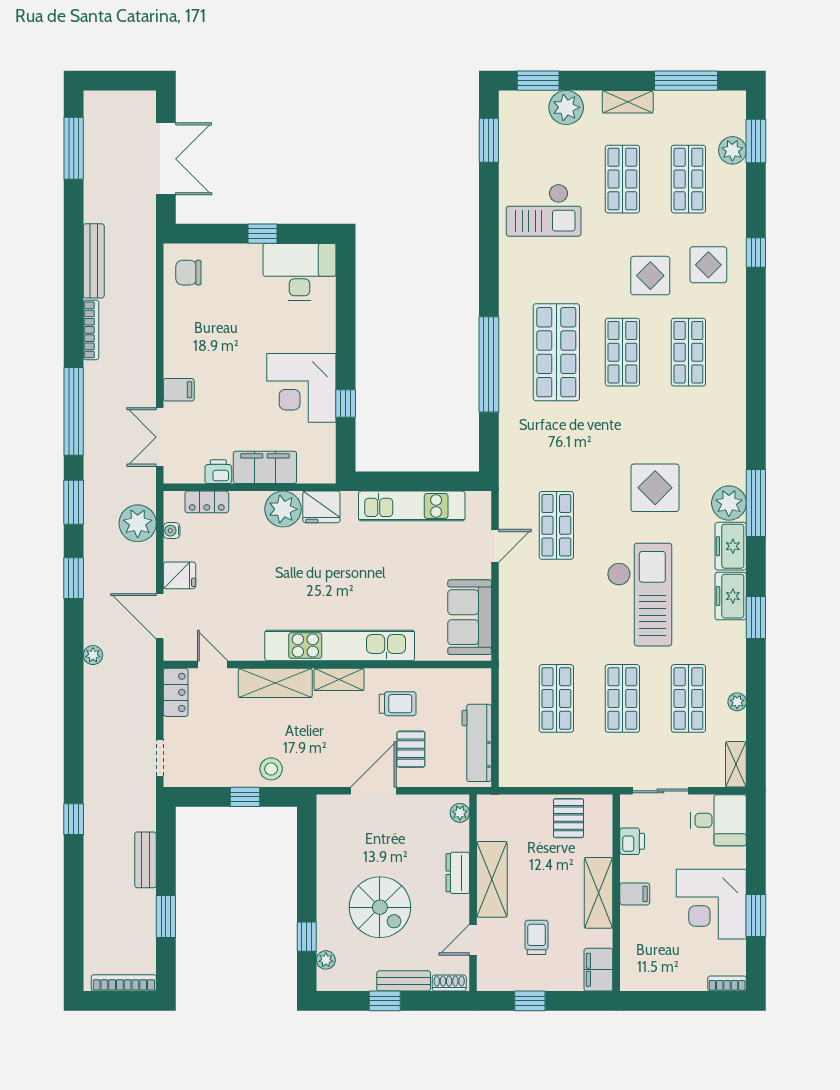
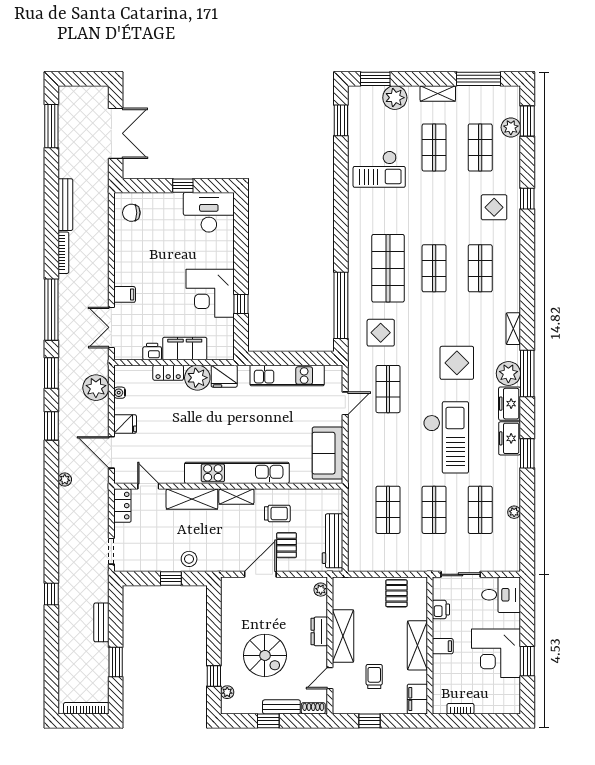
display table: (650, 276) -> (381, 333), moved
window: (489, 364) -> (341, 305), moved
locker: (207, 502) -> (168, 373), moved
shelving: (736, 764) -> (513, 329), moved
bookcase: (727, 984) -> (460, 709), moved

